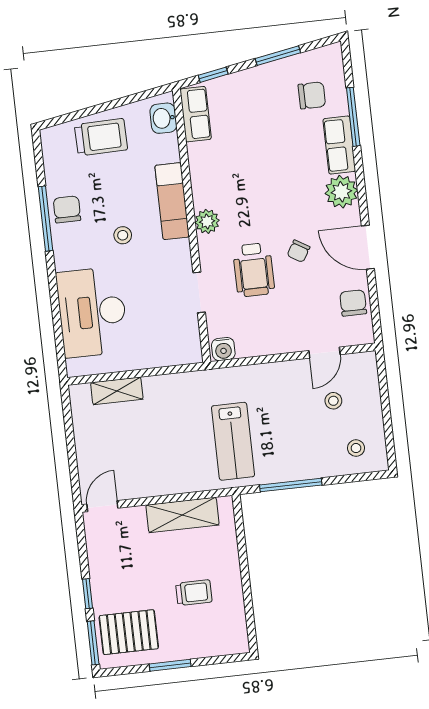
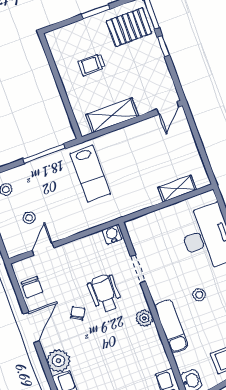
door: (368, 247) -> (31, 327), hinge flipped
lab bench: (233, 441) -> (90, 174), turned 180

